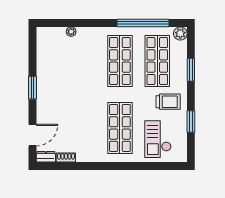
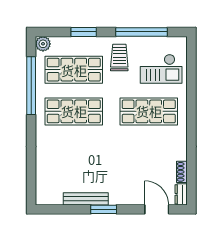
plant: (71, 32) -> (41, 166), removed
bench: (42, 72) -> (86, 199), added
window: (191, 122) -> (142, 32), width x2.11

